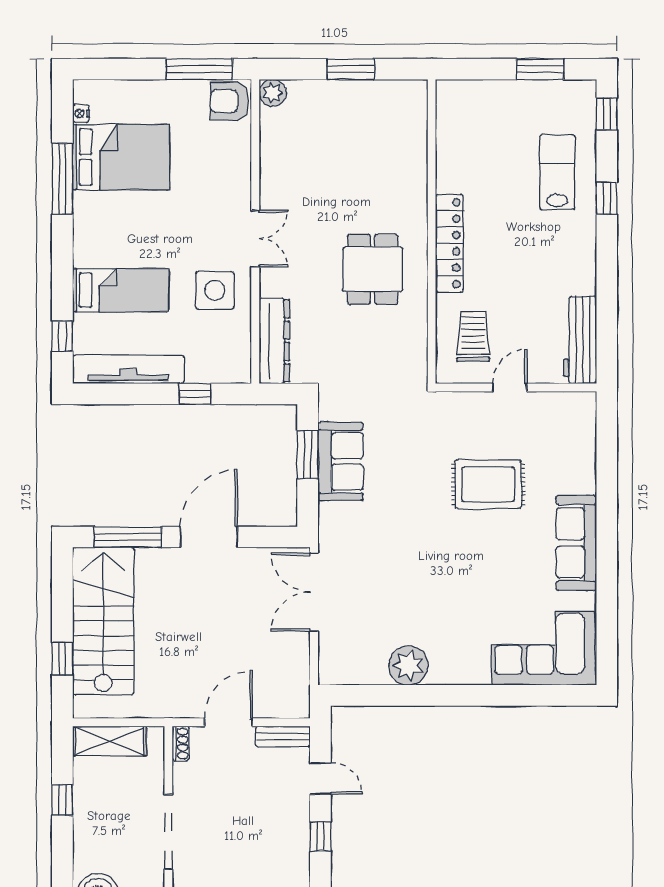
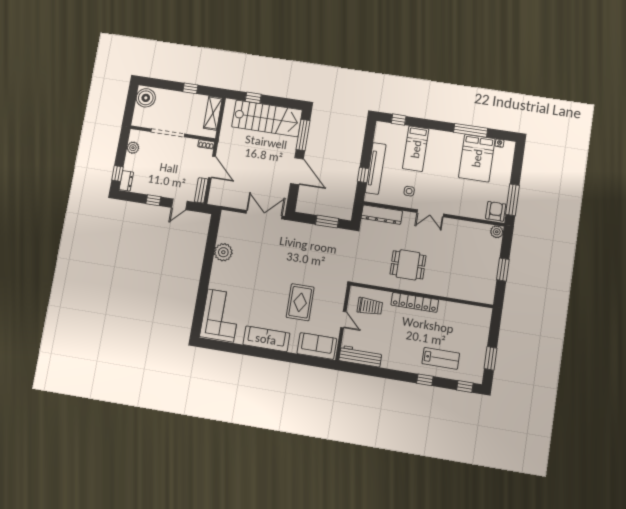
side table: (215, 290) -> (409, 191), width x0.54, depth x0.54
tv unit: (128, 369) -> (376, 168), moved
sofa: (341, 461) -> (317, 346), moved, turned 180

